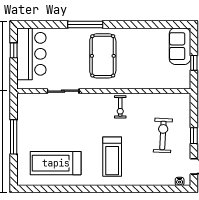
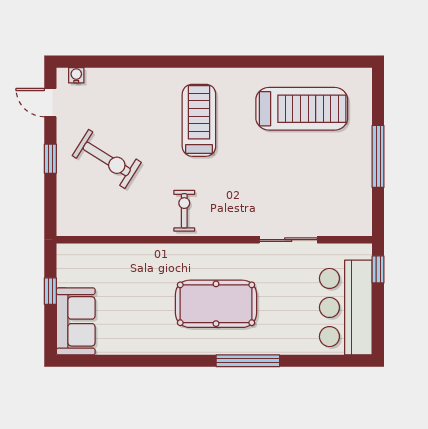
window: (14, 50) -> (378, 269), moved
pool table: (103, 56) -> (216, 304), turned 90
exercise bike: (163, 135) -> (107, 159), turned -61

